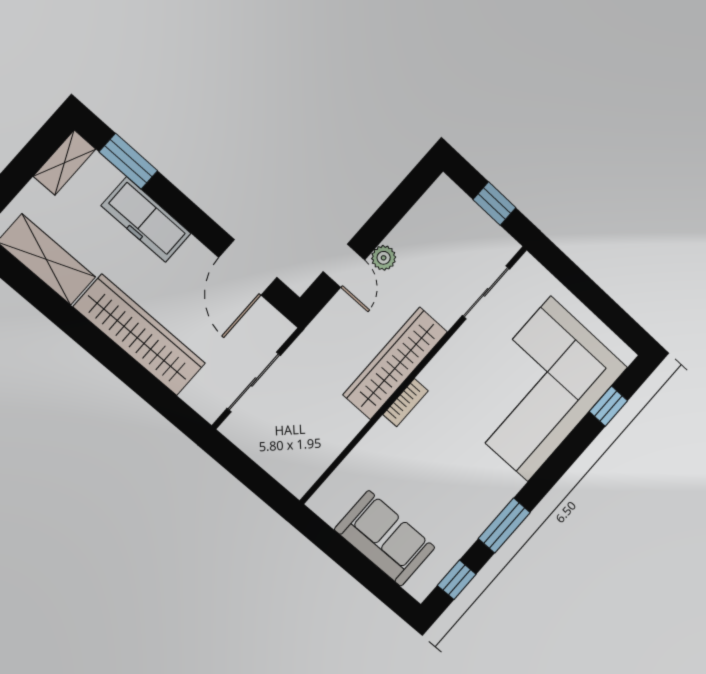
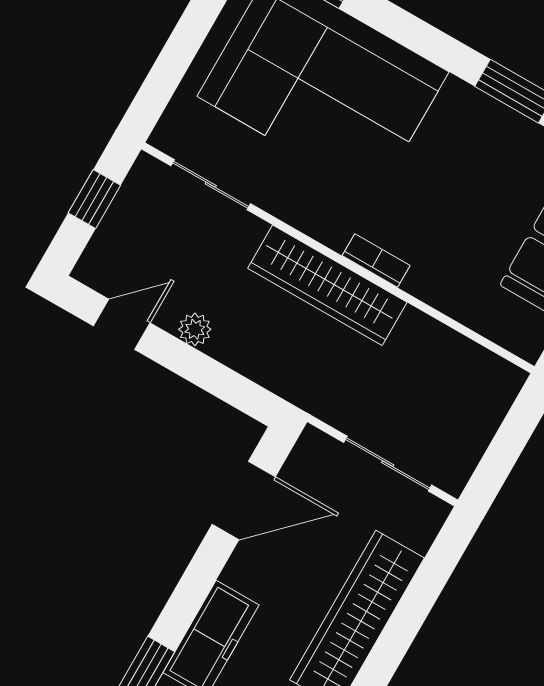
door: (344, 266) -> (122, 324), moved

